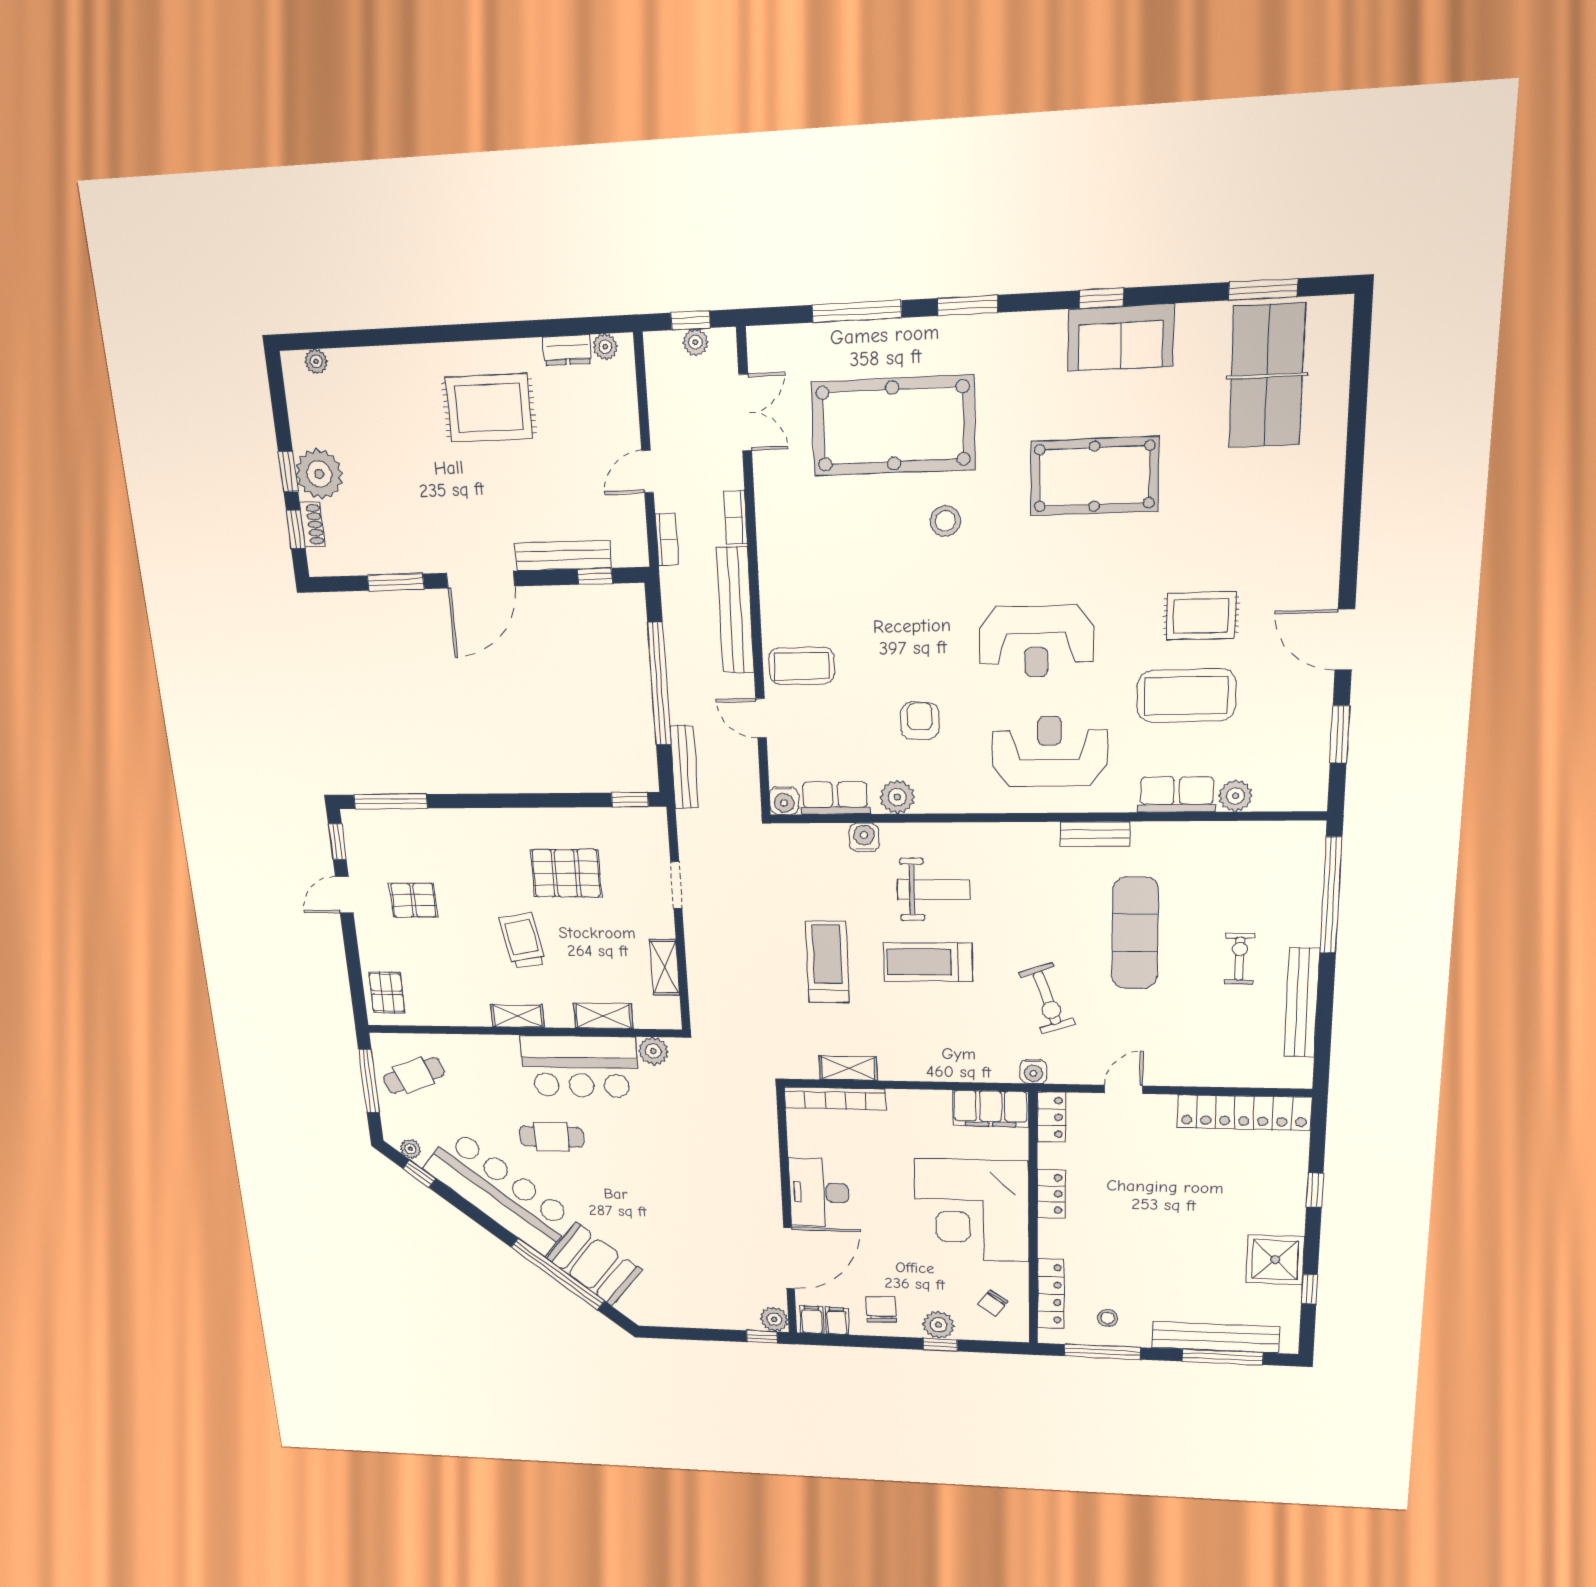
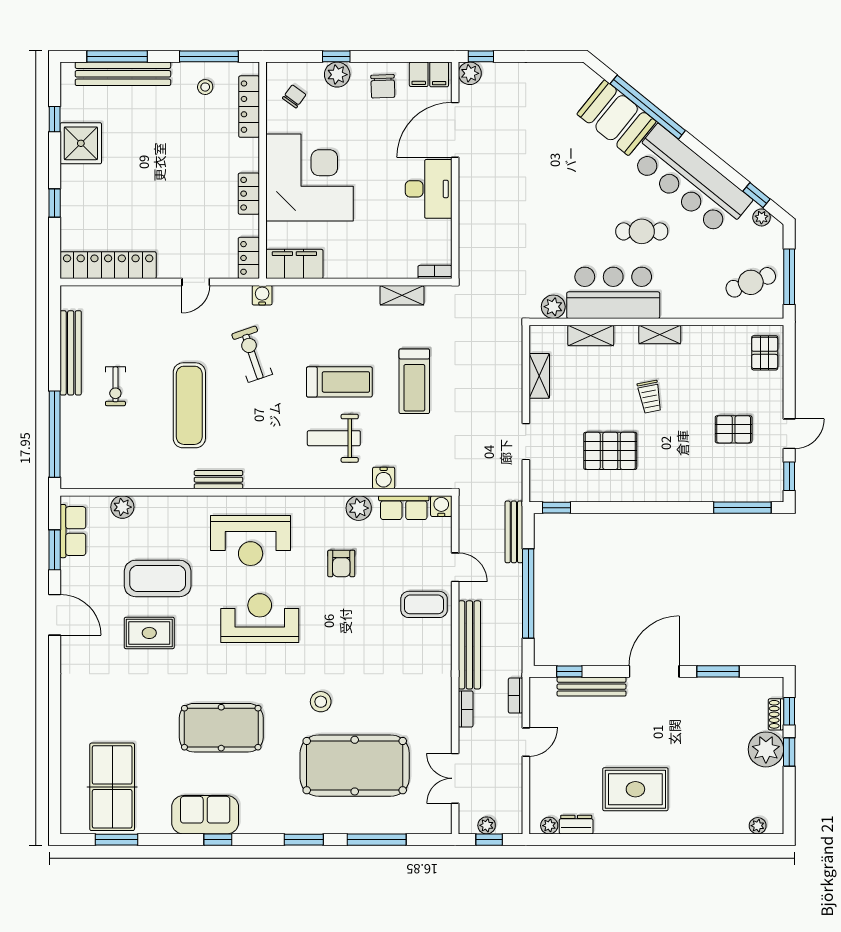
row of seats: (1177, 794) -> (73, 531), moved, turned -90
trolley: (522, 941) -> (650, 397), width x0.73, depth x0.72
bookcase: (835, 1098) -> (435, 272), width x0.43, depth x0.76

